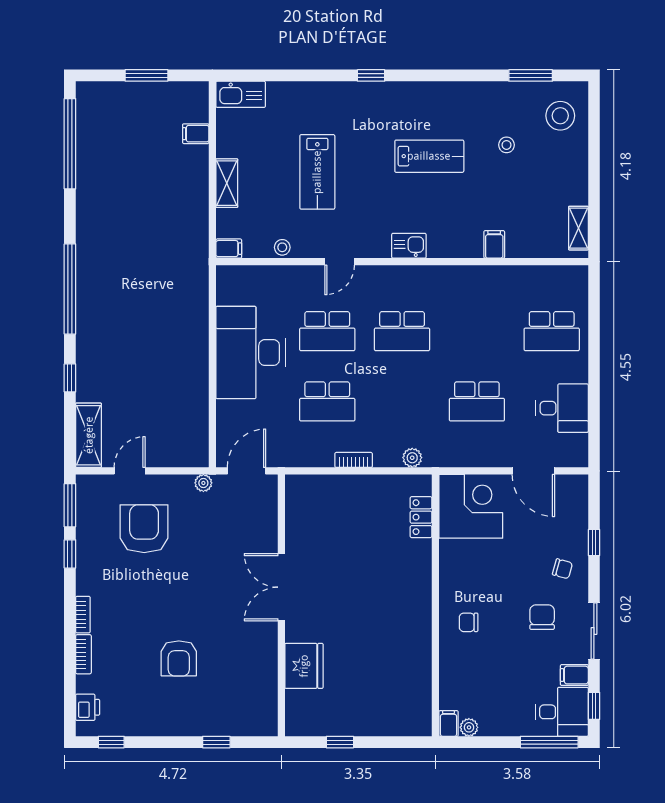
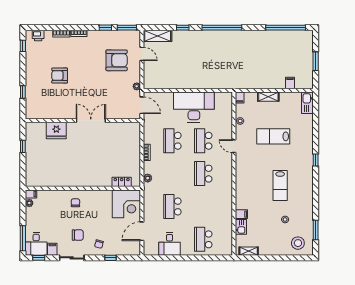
kitchen sink: (409, 246) -> (241, 227), moved

